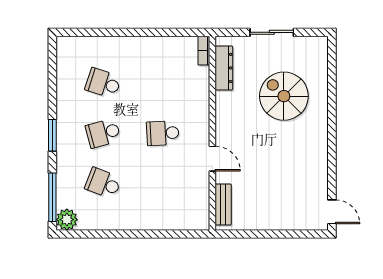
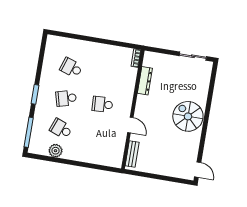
sliding door: (272, 32) -> (193, 56), moved
dresser: (224, 68) -> (145, 81), moved
spiral stairs: (284, 96) -> (188, 116), moved
plant: (67, 220) -> (56, 151), moved

